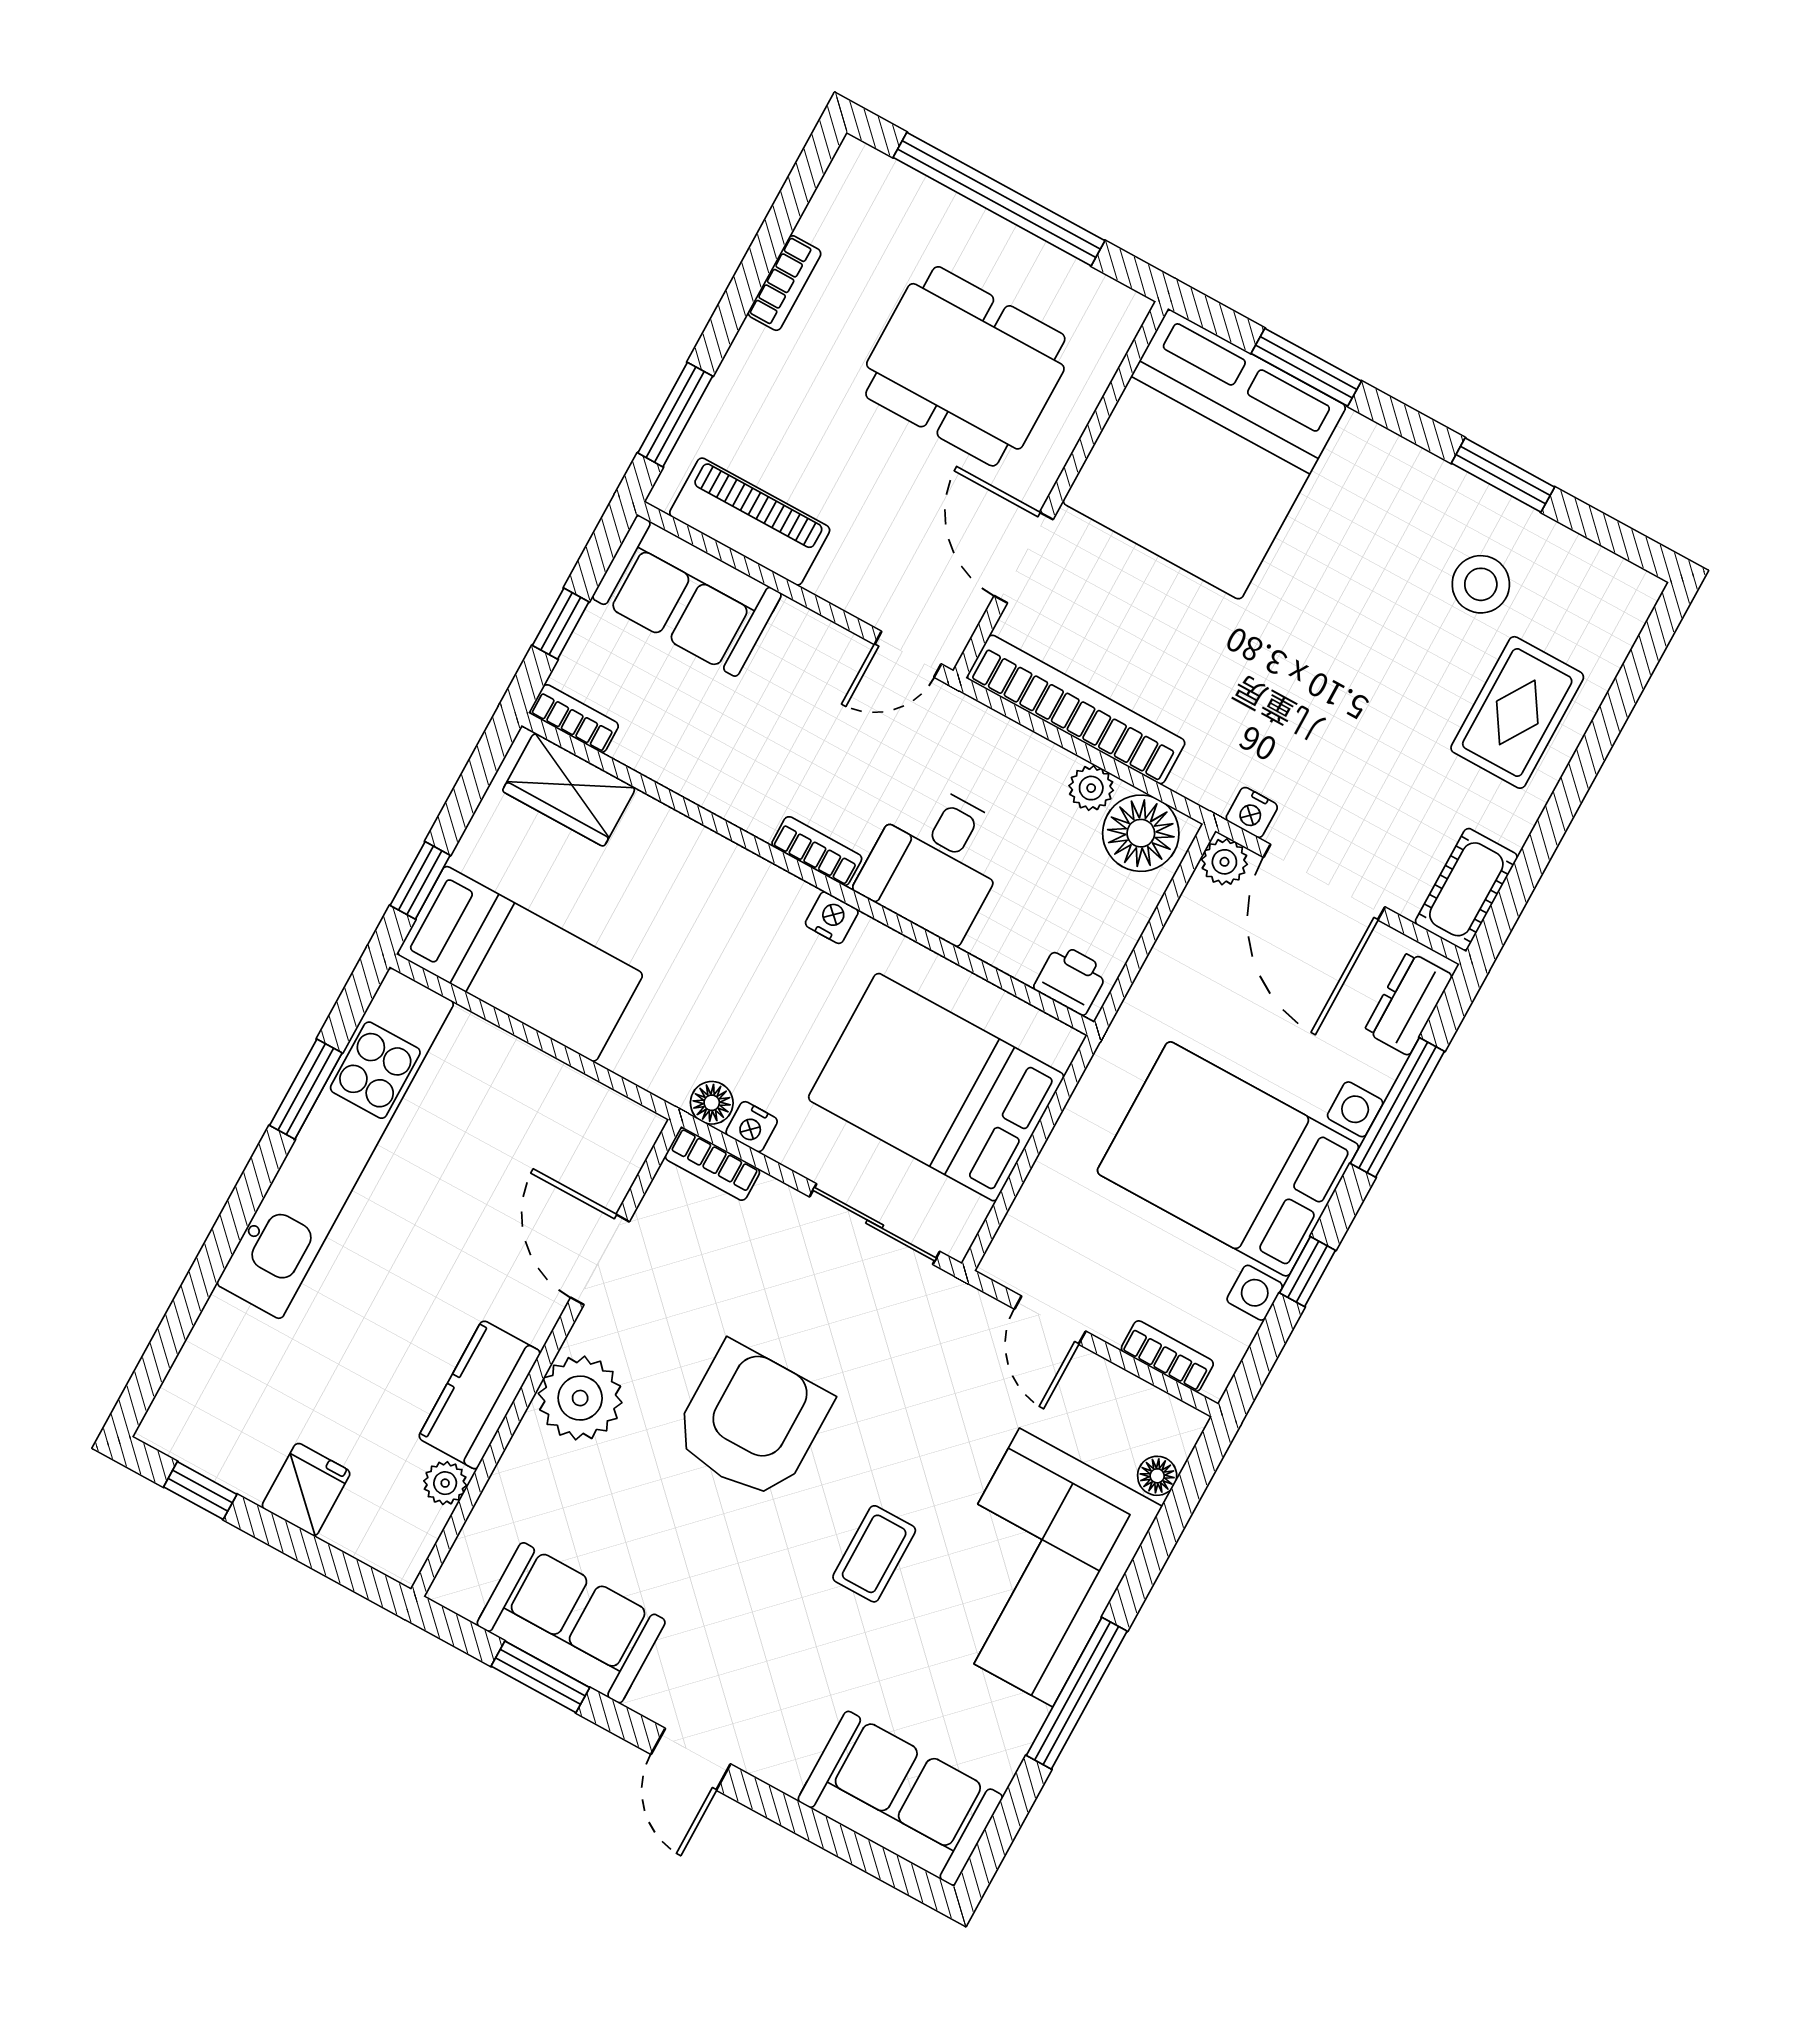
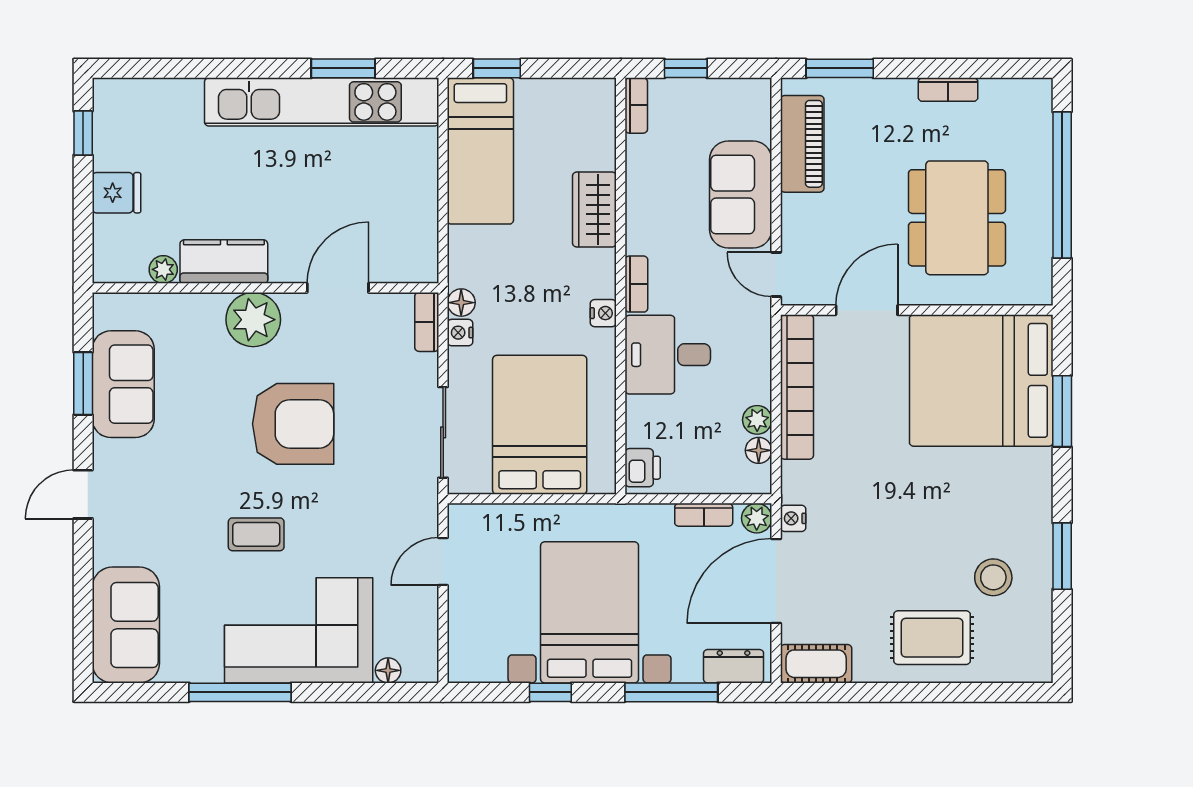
sofa: (687, 596) -> (741, 195), moved
wardrobe: (569, 790) -> (594, 209), moved
floor lamp: (1141, 833) -> (759, 450), width x0.53, depth x0.53
bookcase: (1167, 1356) -> (704, 515), moved, turned 90

